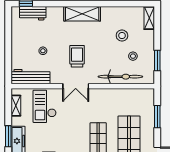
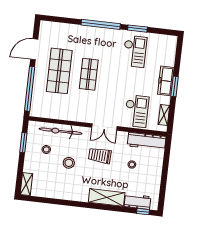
shelving: (82, 14) -> (107, 197), moved
stool: (122, 36) -> (69, 163), moved
trolley: (77, 56) -> (100, 156), turned 93
double door: (76, 86) -> (104, 127), swing flipped
window: (157, 117) -> (30, 89), width x2.11

